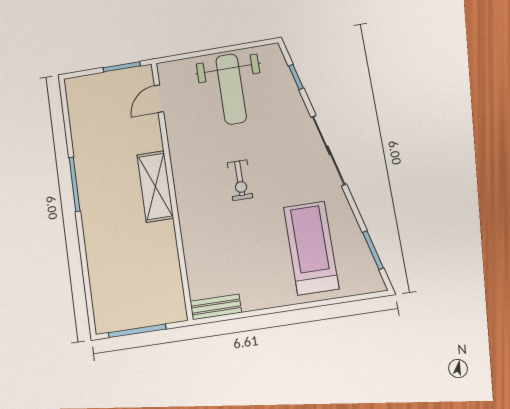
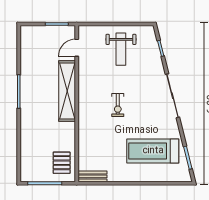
weight bench: (231, 89) -> (121, 49), width x0.73, depth x0.75
shelving: (155, 186) -> (67, 91), width x1.47
treadmill: (311, 248) -> (153, 151), turned -90
pallet: (161, 291) -> (62, 163), added

